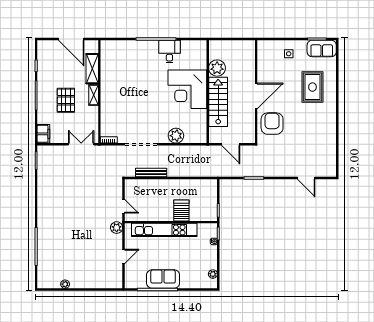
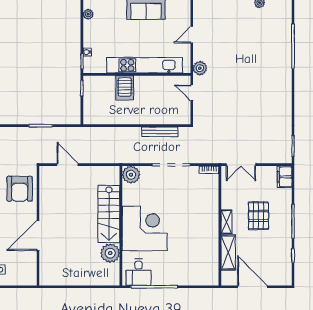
plant: (217, 68) -> (110, 253), moved
corner desk: (187, 89) -> (145, 228), moved
wall: (208, 92) -> (121, 226), moved
door: (256, 96) -> (38, 236), moved
stairs: (218, 102) -> (109, 214), moved

